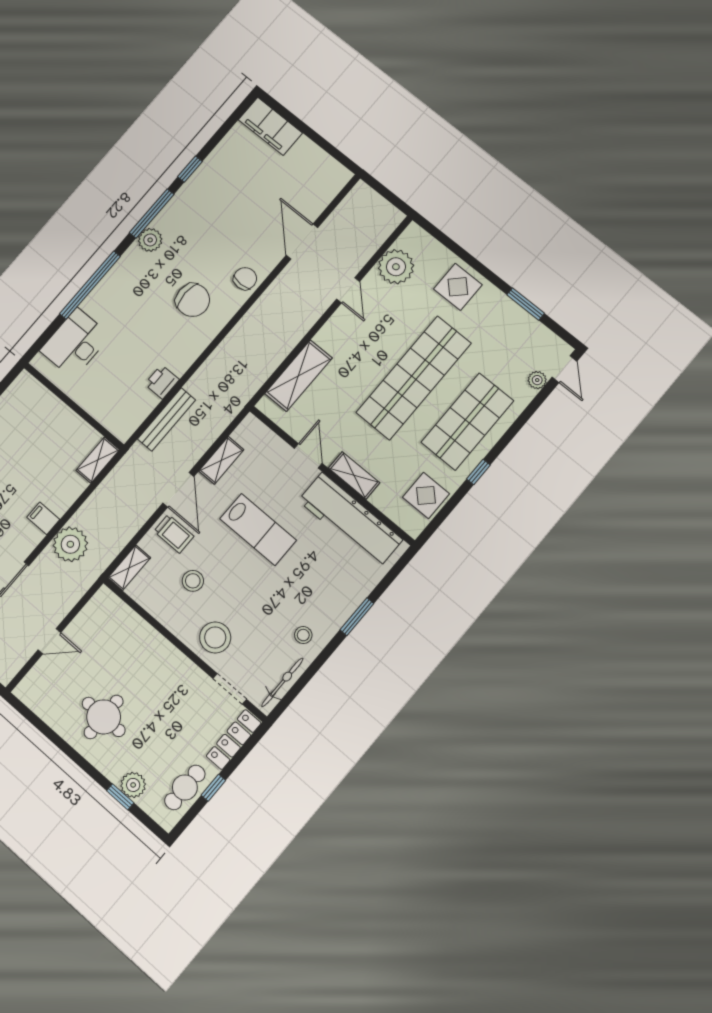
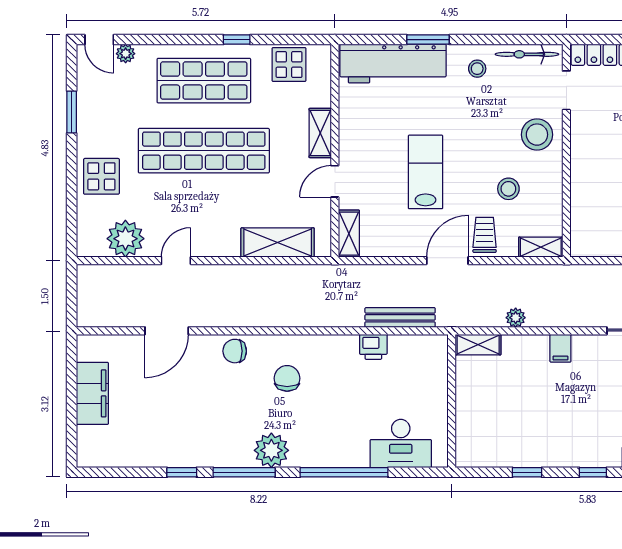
filing cabinet: (270, 126) -> (92, 393), moved
plant: (150, 240) -> (271, 450), width x1.36, depth x1.36
chair: (193, 300) -> (287, 378), width x0.73, depth x0.73
door: (565, 369) -> (99, 40), swing flipped
shelving: (221, 460) -> (349, 234), moved, turned 90
workbench: (350, 520) -> (393, 64), moved, turned 90
plant: (70, 544) -> (516, 318), moved, width x0.53, depth x0.53

